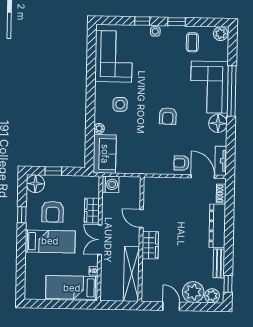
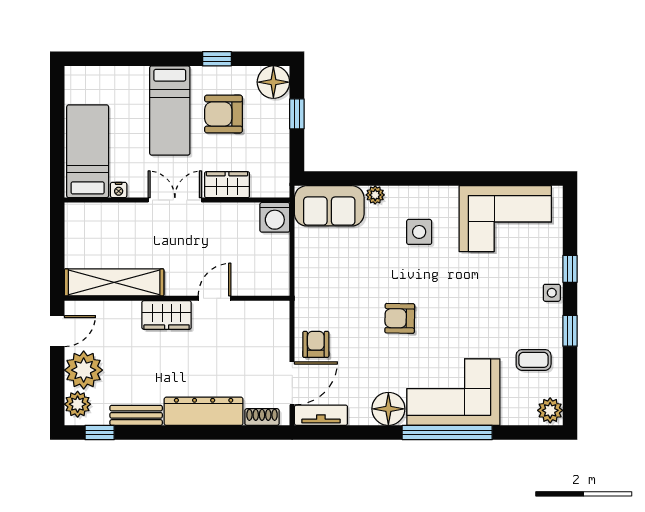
door: (141, 218) -> (215, 298), moved
wall: (141, 239) -> (177, 298), moved
wardrobe: (150, 245) -> (167, 315), moved
shelving: (132, 274) -> (114, 282), moved

